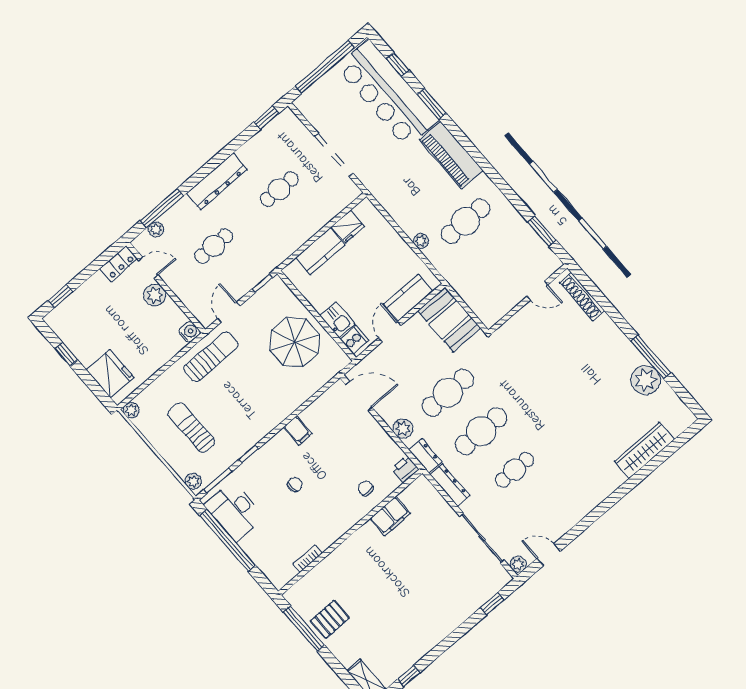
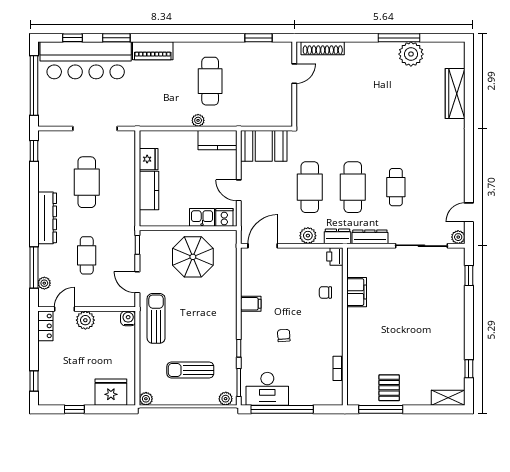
piano: (451, 155) -> (153, 51), width x0.73, depth x0.75
cafe table: (279, 189) -> (87, 182), width x1.37, depth x1.35
kitchen counter: (408, 298) -> (218, 140), moved, turned -90

